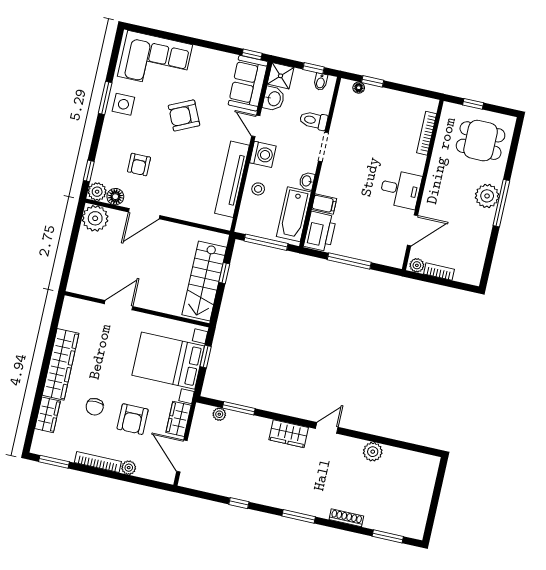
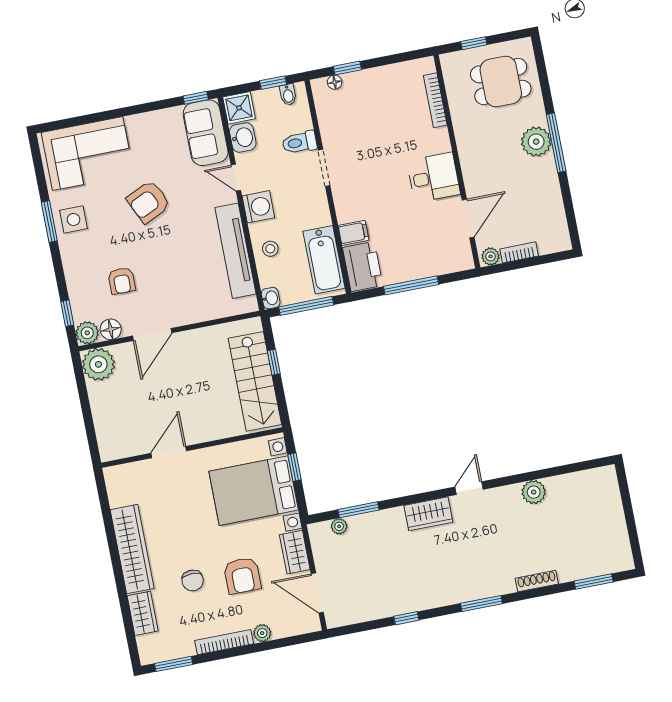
washbasin: (307, 181) -> (271, 298), moved, turned 180

